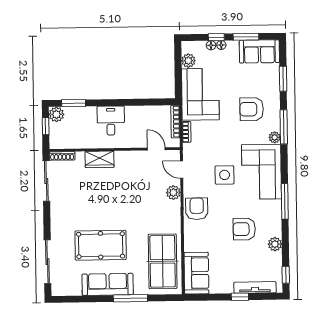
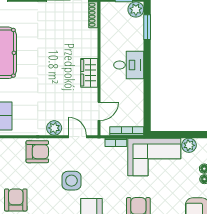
wardrobe: (100, 159) -> (89, 73), moved
door: (182, 170) -> (77, 137), hinge flipped

